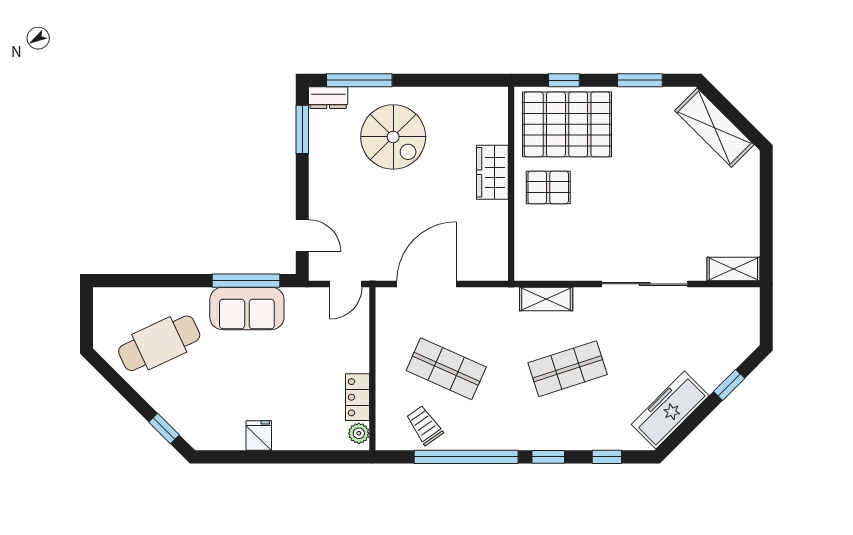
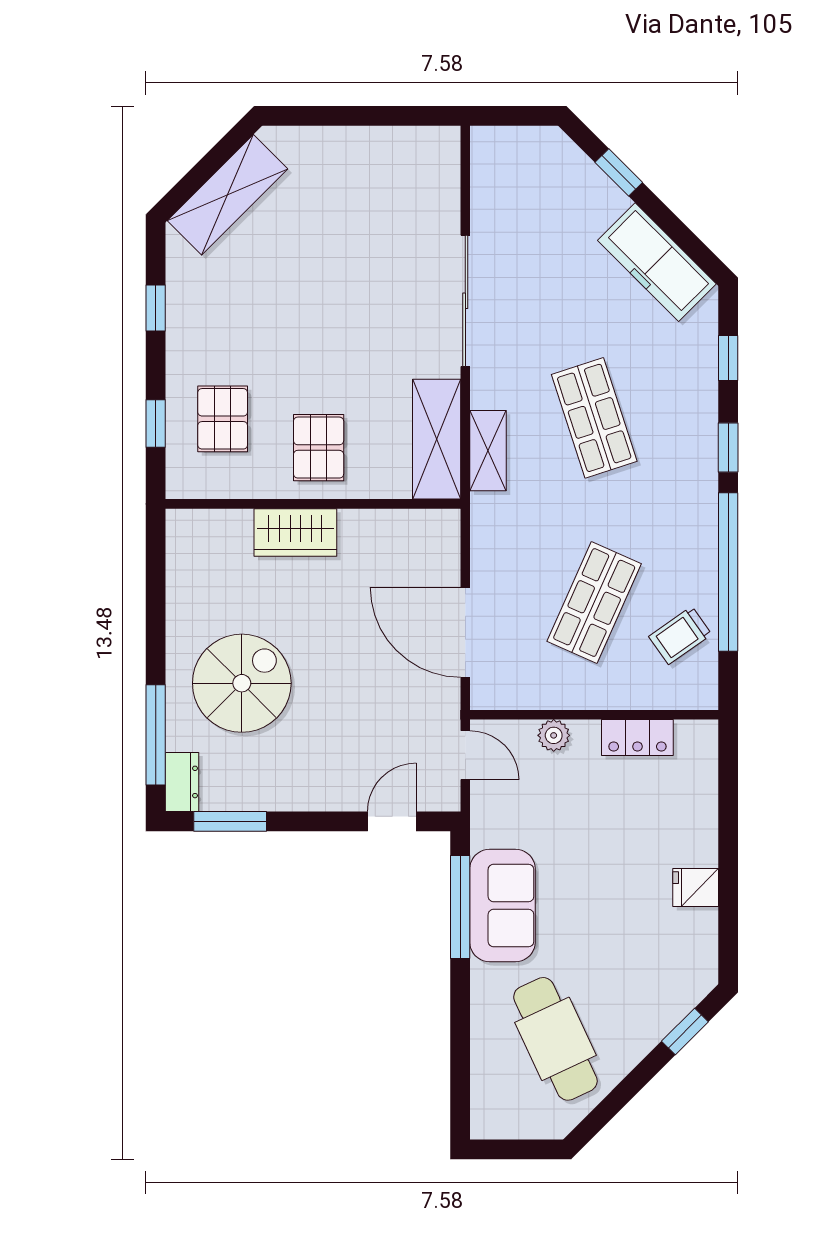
window: (640, 80) -> (156, 308), width x0.67
pallet: (567, 124) -> (223, 419), width x0.49, depth x0.50
shelving: (733, 269) -> (437, 439), moved, width x1.50, depth x1.33
plant: (359, 433) -> (554, 735), moved

